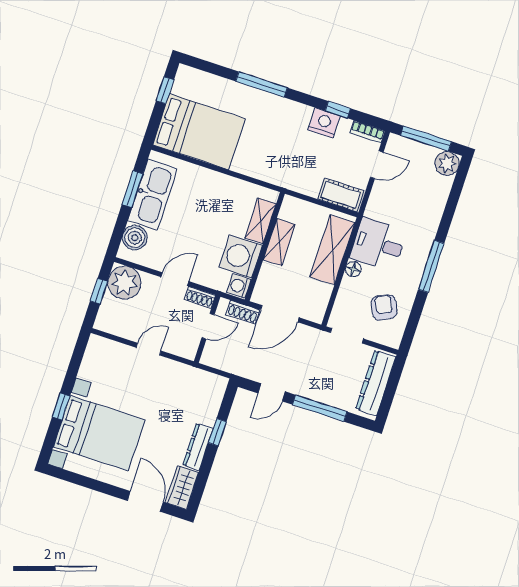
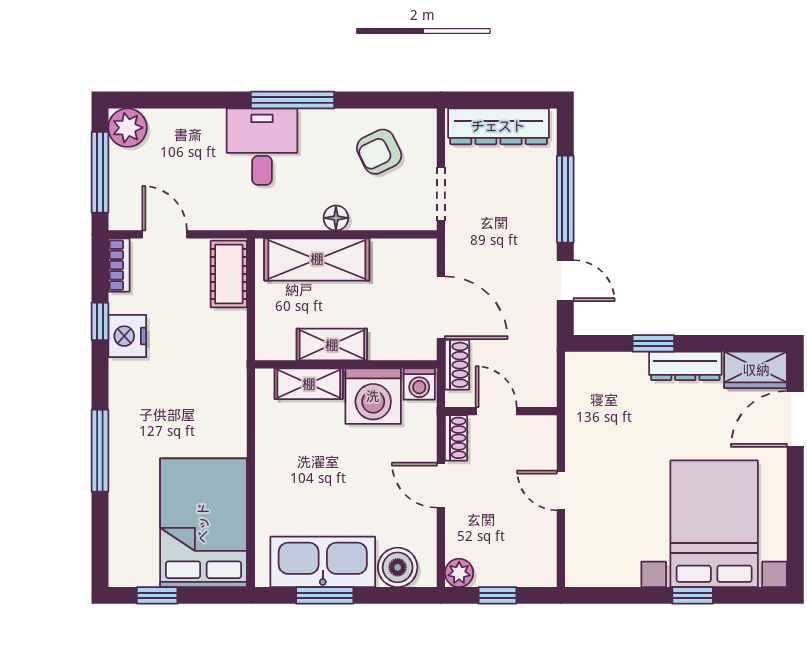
desk: (378, 244) -> (262, 147), moved, turned 180
plant: (125, 283) -> (459, 573), width x0.53, depth x0.53

